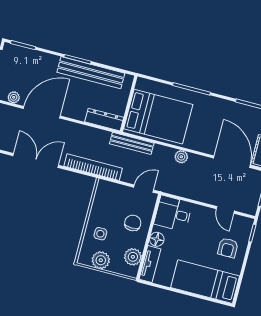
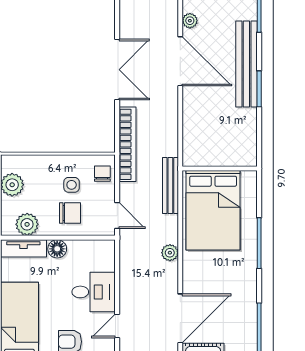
bench: (91, 73) -> (246, 64), moved
dresser: (104, 120) -> (192, 143), removed
chair: (110, 191) -> (102, 174), added
desk: (173, 214) -> (94, 292), moved, turned 90
side table: (100, 234) -> (72, 185), moved

